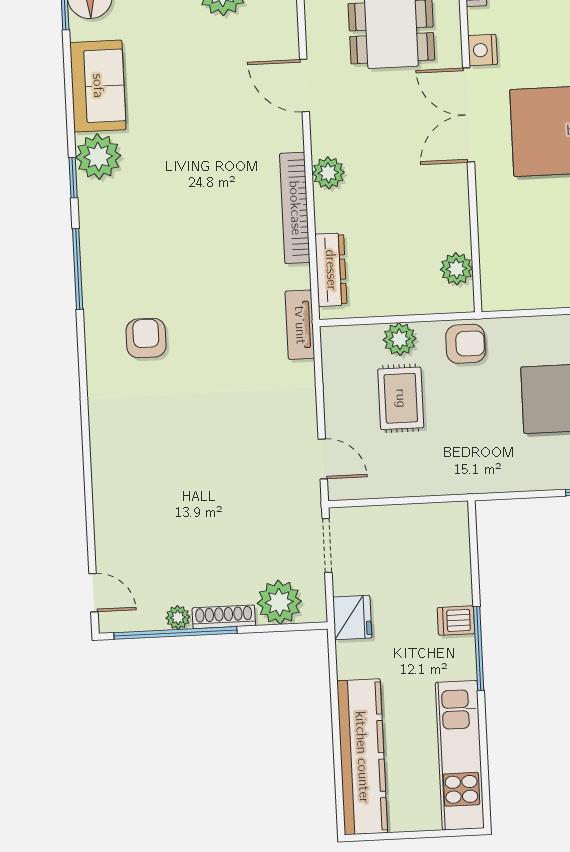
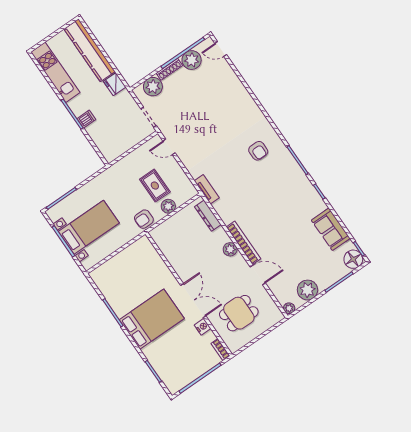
plant: (98, 157) -> (315, 204), removed
bookcase: (295, 208) -> (243, 243), moved
plant: (456, 269) -> (164, 244), removed
plant: (178, 617) -> (192, 60), width x1.88, depth x1.88
fridge: (352, 618) -> (115, 84), moved

